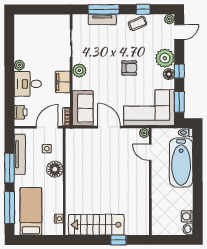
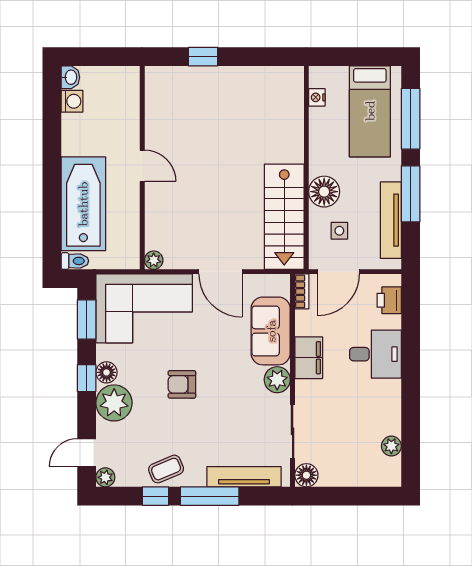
window: (104, 9) -> (210, 496), moved
tv unit: (102, 19) -> (244, 477), width x1.41
floor lamp: (64, 20) -> (306, 475), added
plant: (19, 65) -> (391, 446), moved
sofa: (83, 108) -> (271, 331), moved
door: (150, 152) -> (142, 166), moved
stairs: (96, 225) -> (284, 217), moved, turned 90

